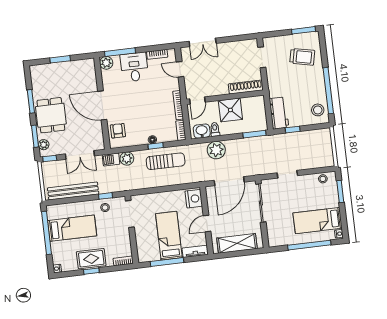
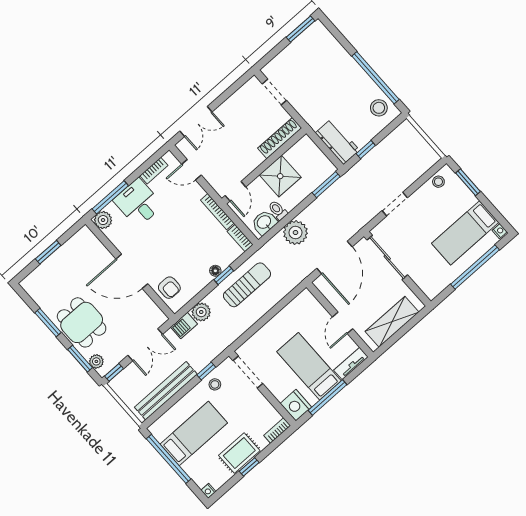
trolley: (302, 57) -> (320, 60), removed
armchair: (118, 131) -> (169, 288), turned 180
nightstand: (194, 199) -> (296, 405), moved, turned 180

